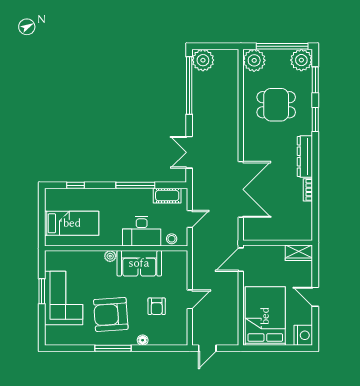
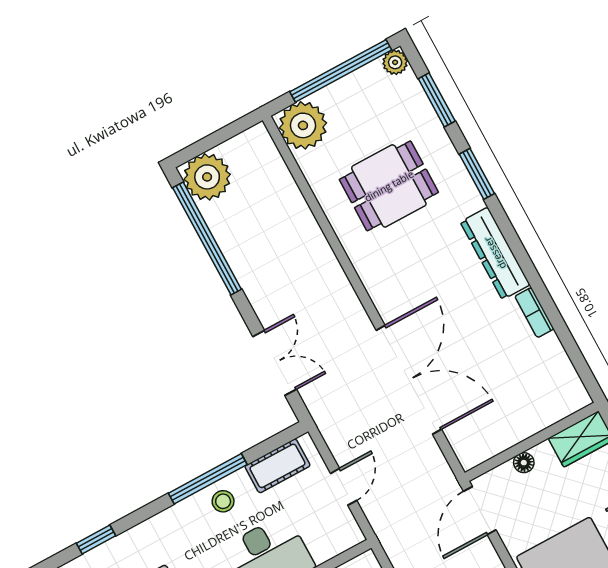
plant: (301, 60) -> (395, 62), width x0.53, depth x0.53
double door: (189, 152) -> (275, 363), swing flipped
stool: (172, 239) -> (223, 501), moved
floor lamp: (270, 250) -> (524, 463), added

